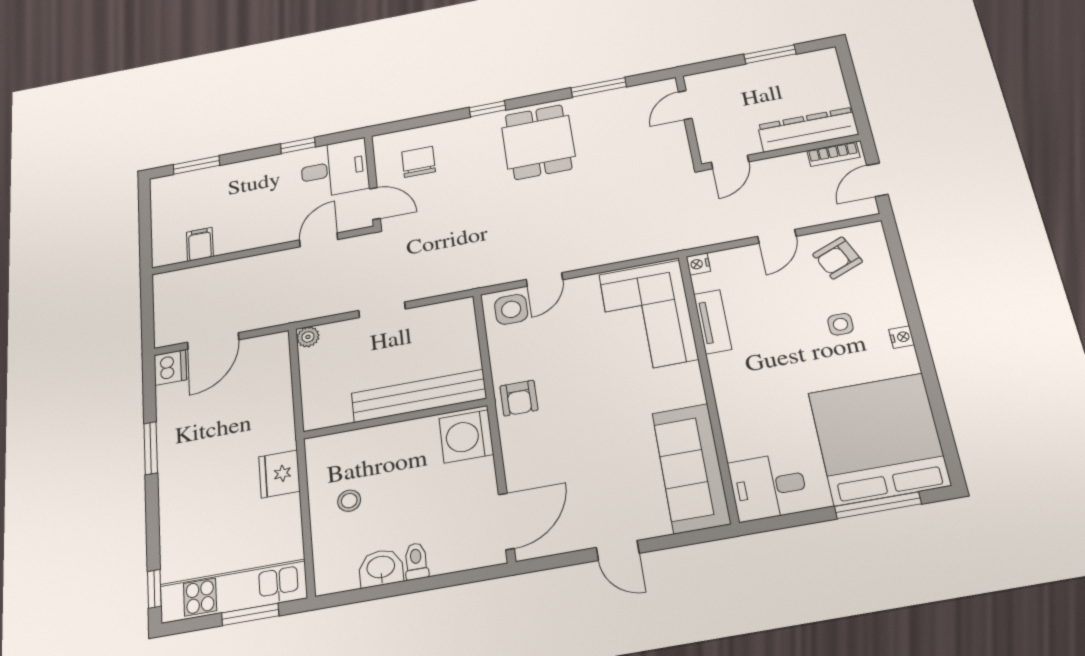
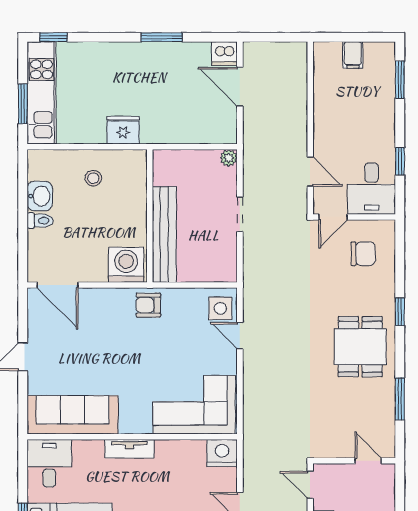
dining table: (538, 142) -> (360, 347), turned 90
filing cabinet: (200, 244) -> (353, 55), moved, turned 90
nightstand: (698, 264) -> (222, 453), width x1.89, depth x1.79
tv unit: (713, 322) -> (129, 449), moved

